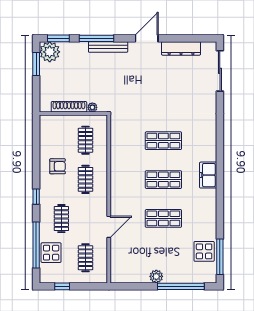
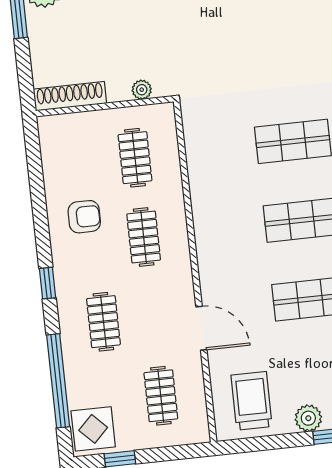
shoe rack: (69, 107) -> (70, 96), moved
door: (109, 227) -> (201, 328), hinge flipped
display table: (51, 253) -> (93, 429), moved
trolley: (129, 265) -> (252, 401), added

